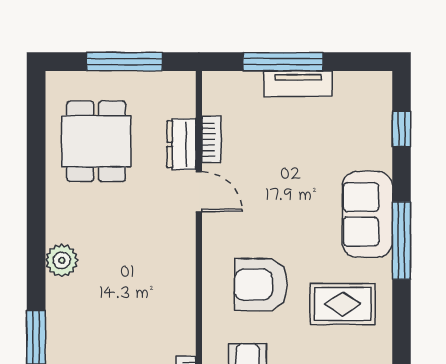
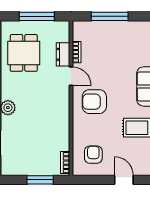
tv unit: (298, 84) -> (116, 27), removed
armchair: (261, 285) -> (94, 102), moved

